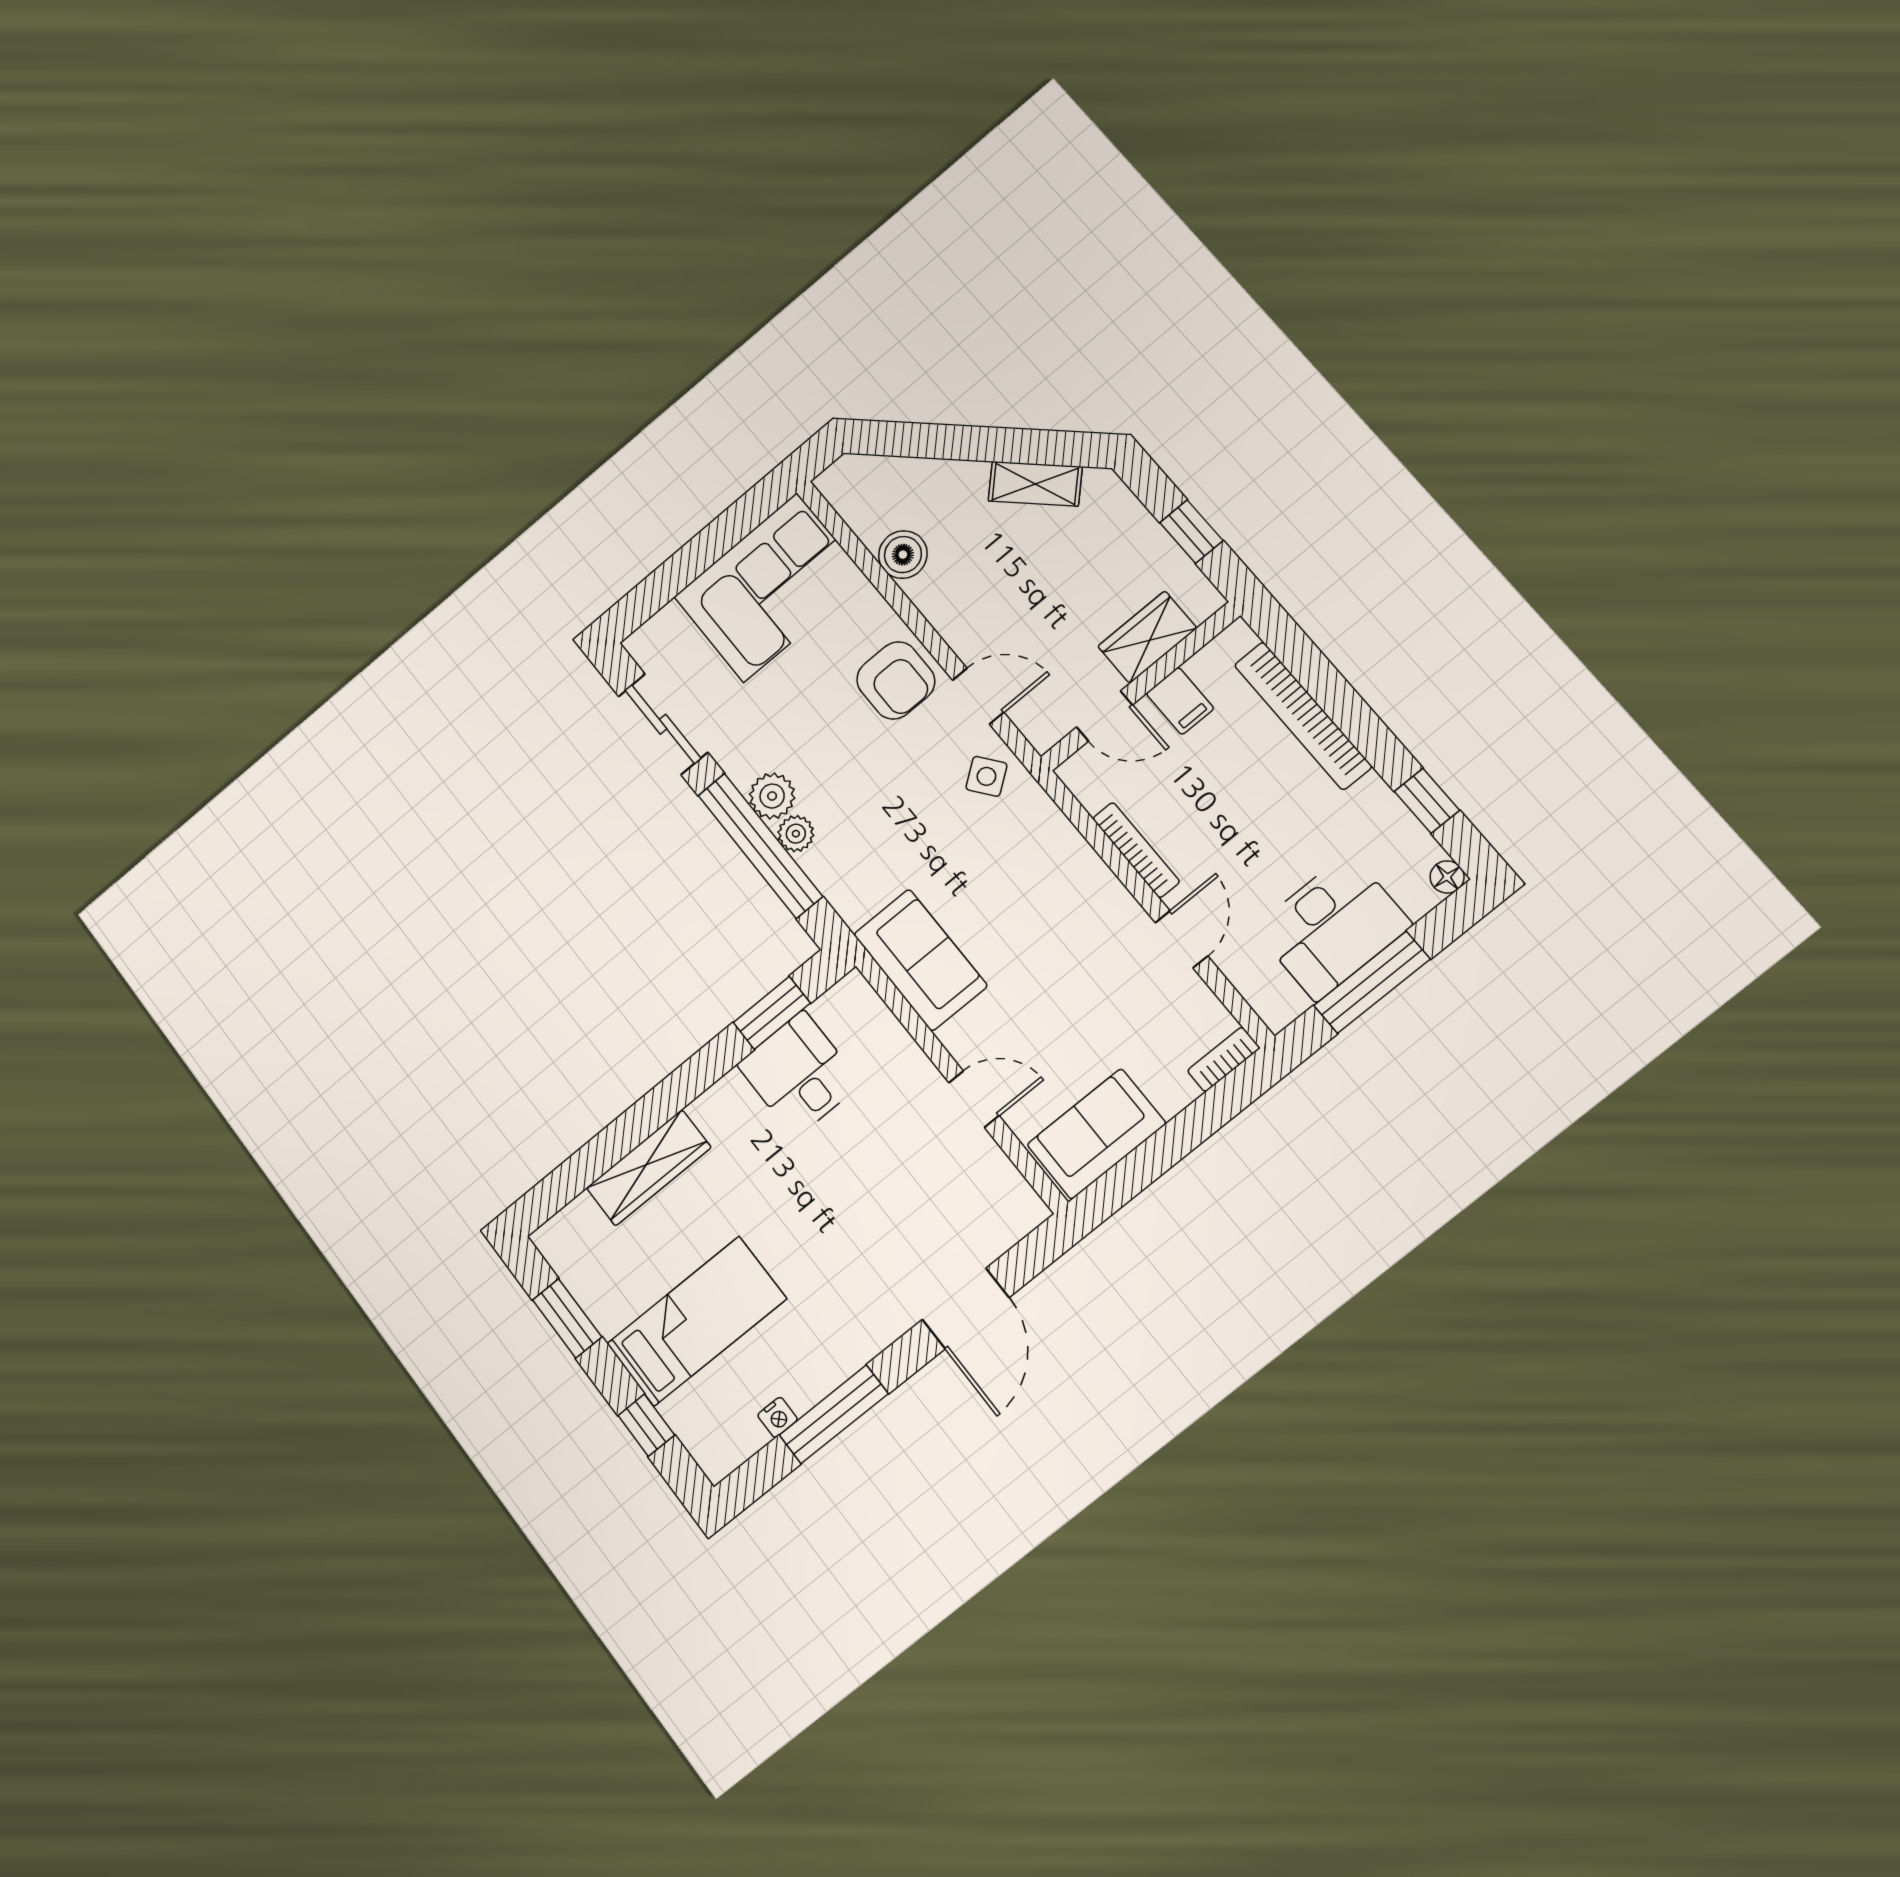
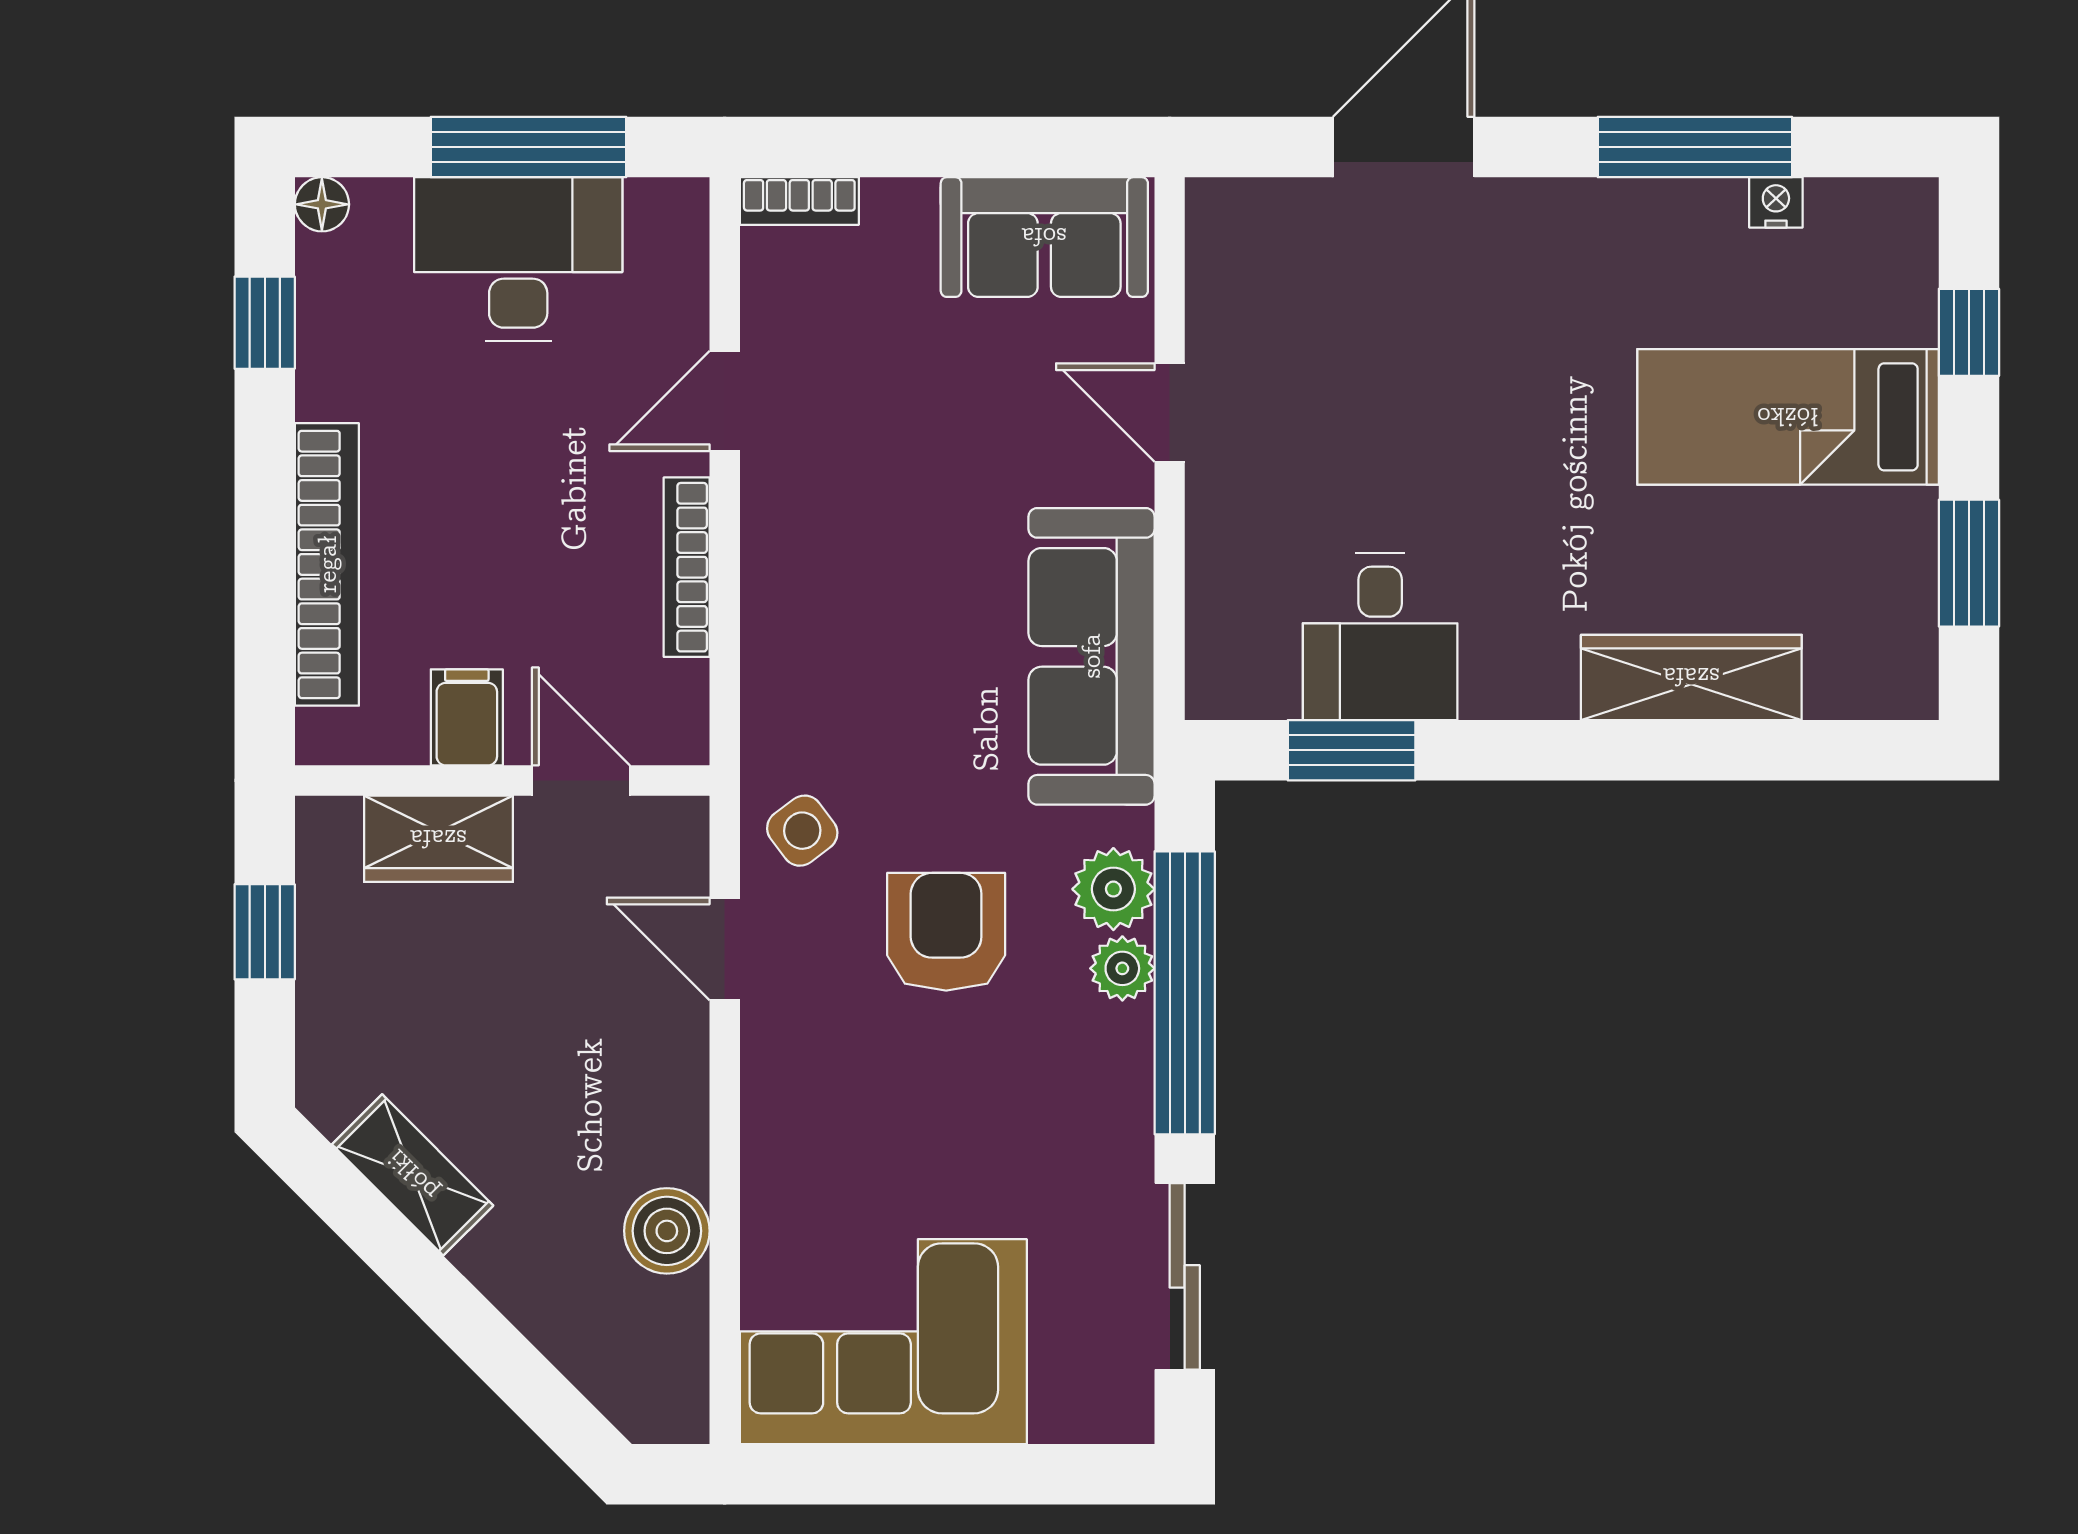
armchair: (896, 680) -> (946, 932), moved
plant: (772, 796) -> (1113, 889), moved
sofa: (920, 960) -> (1091, 656), width x1.36

